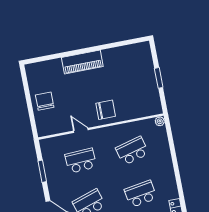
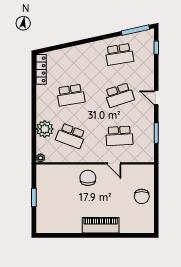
chair: (106, 110) -> (88, 178), turned 90
school desk: (132, 151) -> (71, 136), turned 36
plant: (161, 153) -> (45, 129), added

